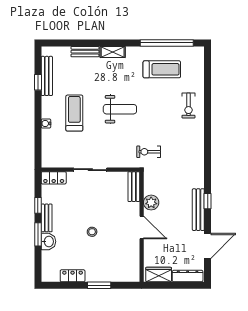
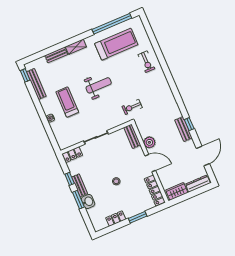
treadmill: (162, 69) -> (116, 44), width x1.37, depth x1.38
window: (38, 82) -> (25, 75), moved
bench: (198, 210) -> (184, 129), width x0.73
locker: (133, 262) -> (155, 190), added

